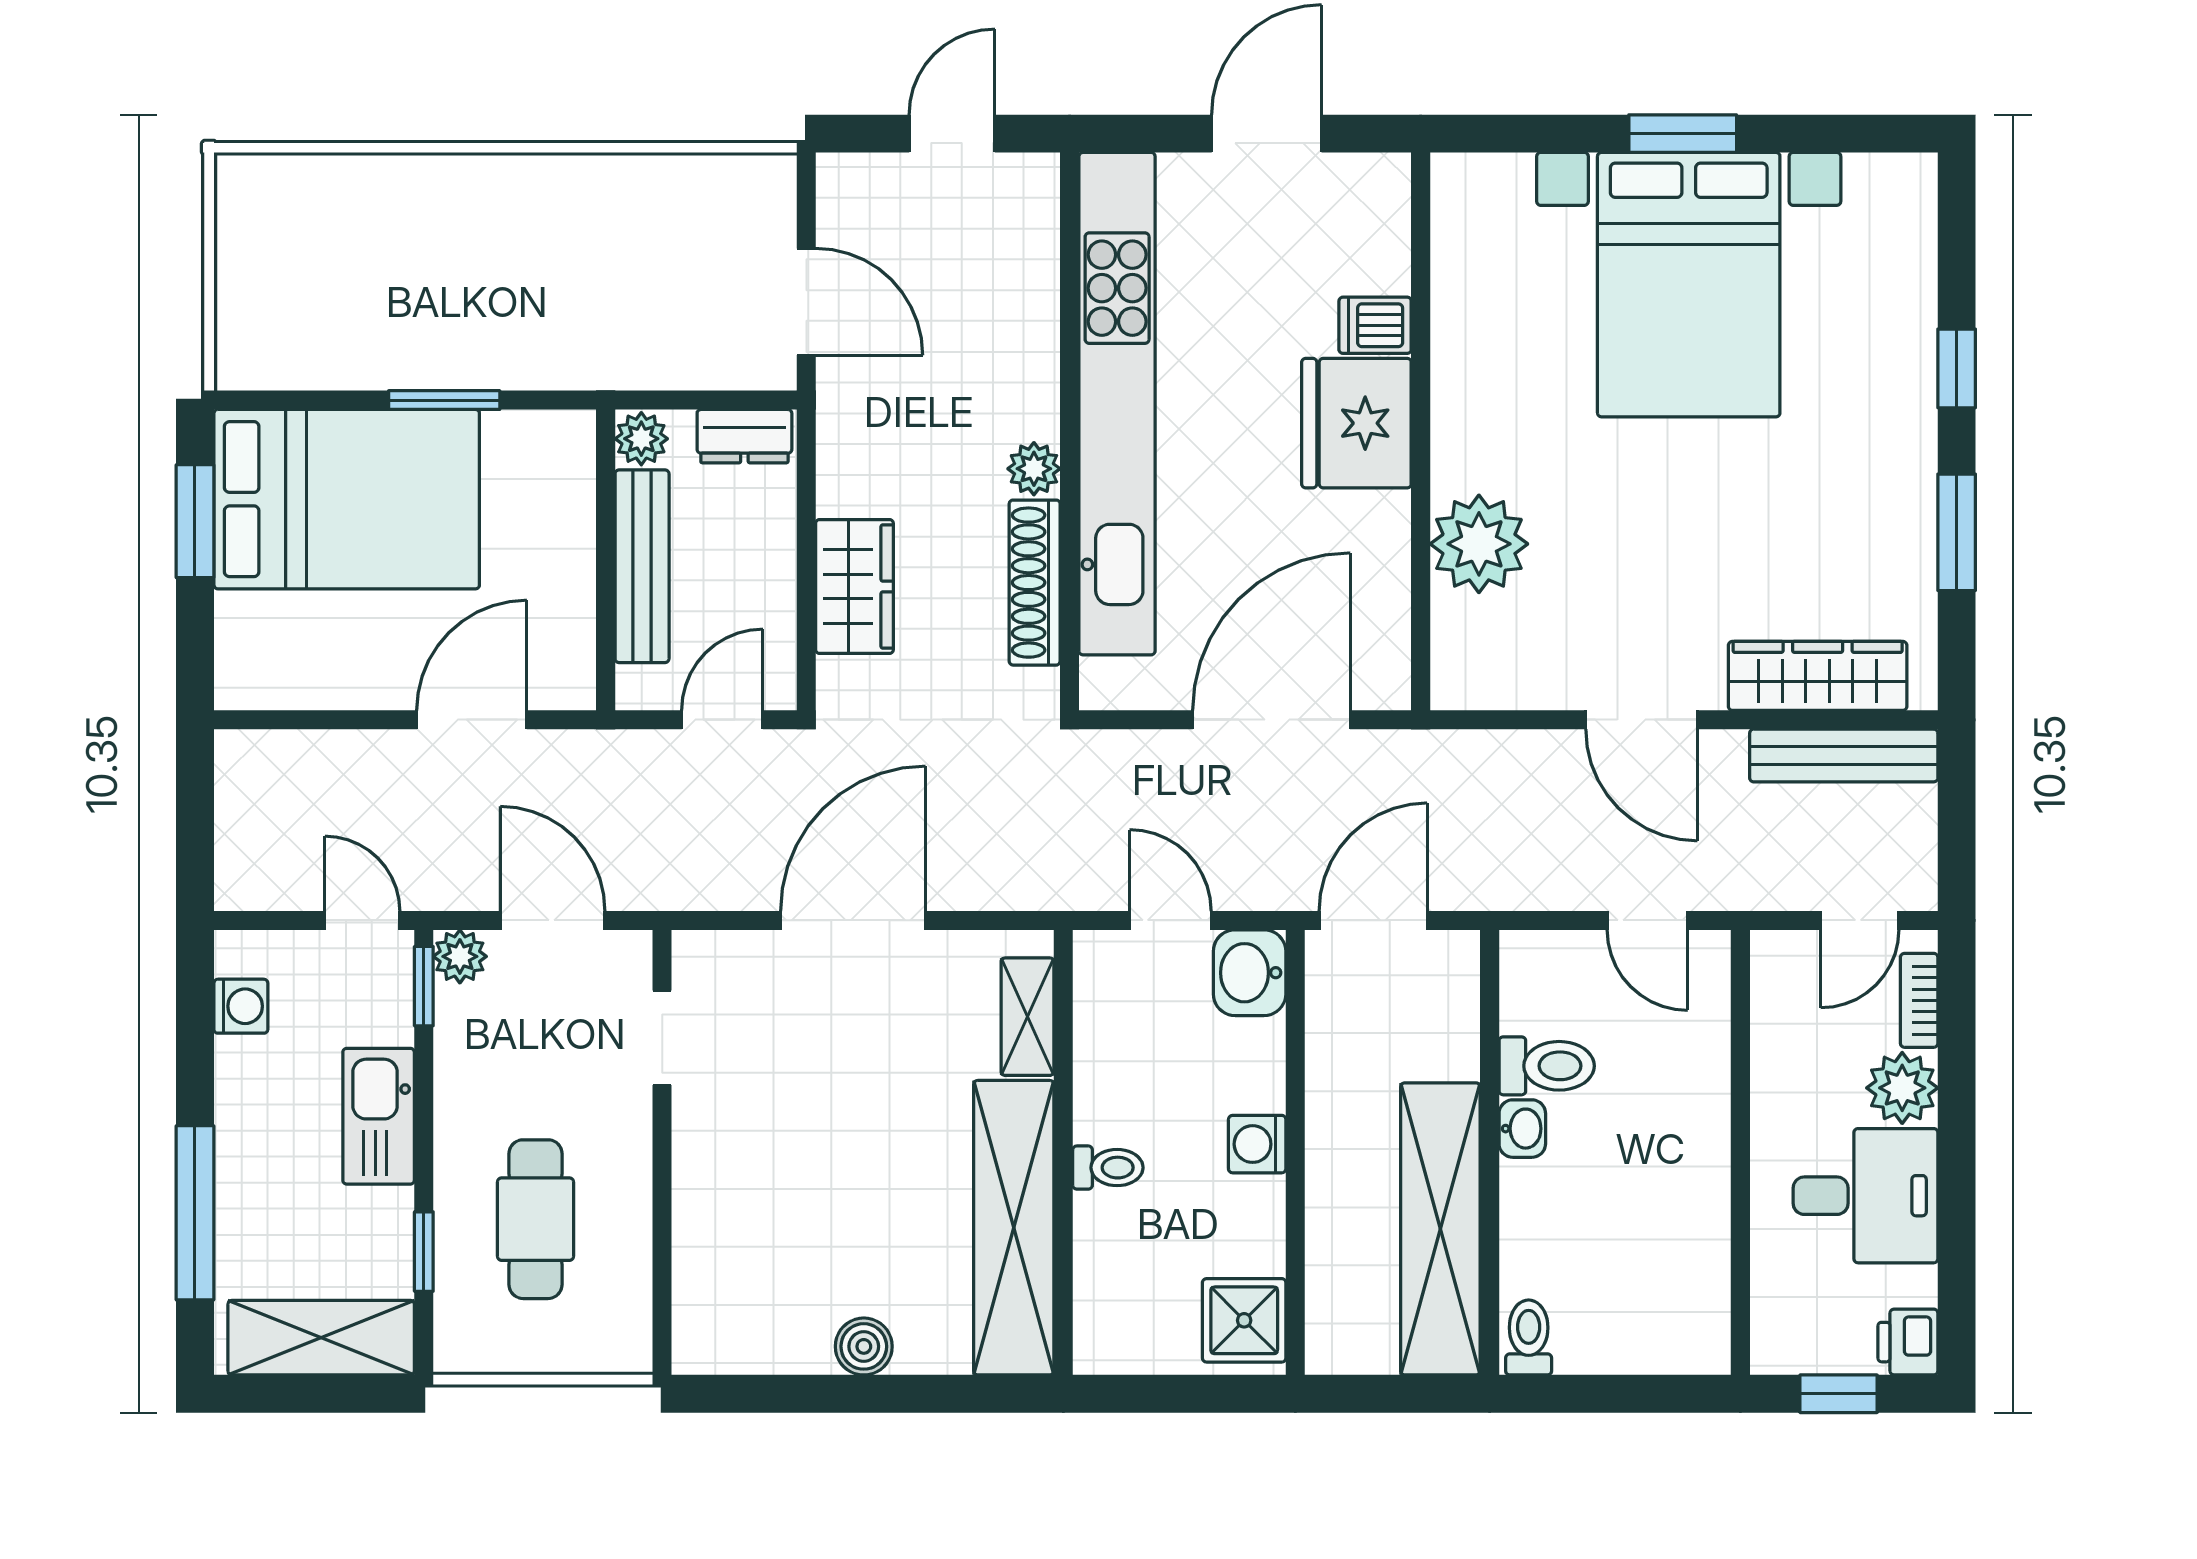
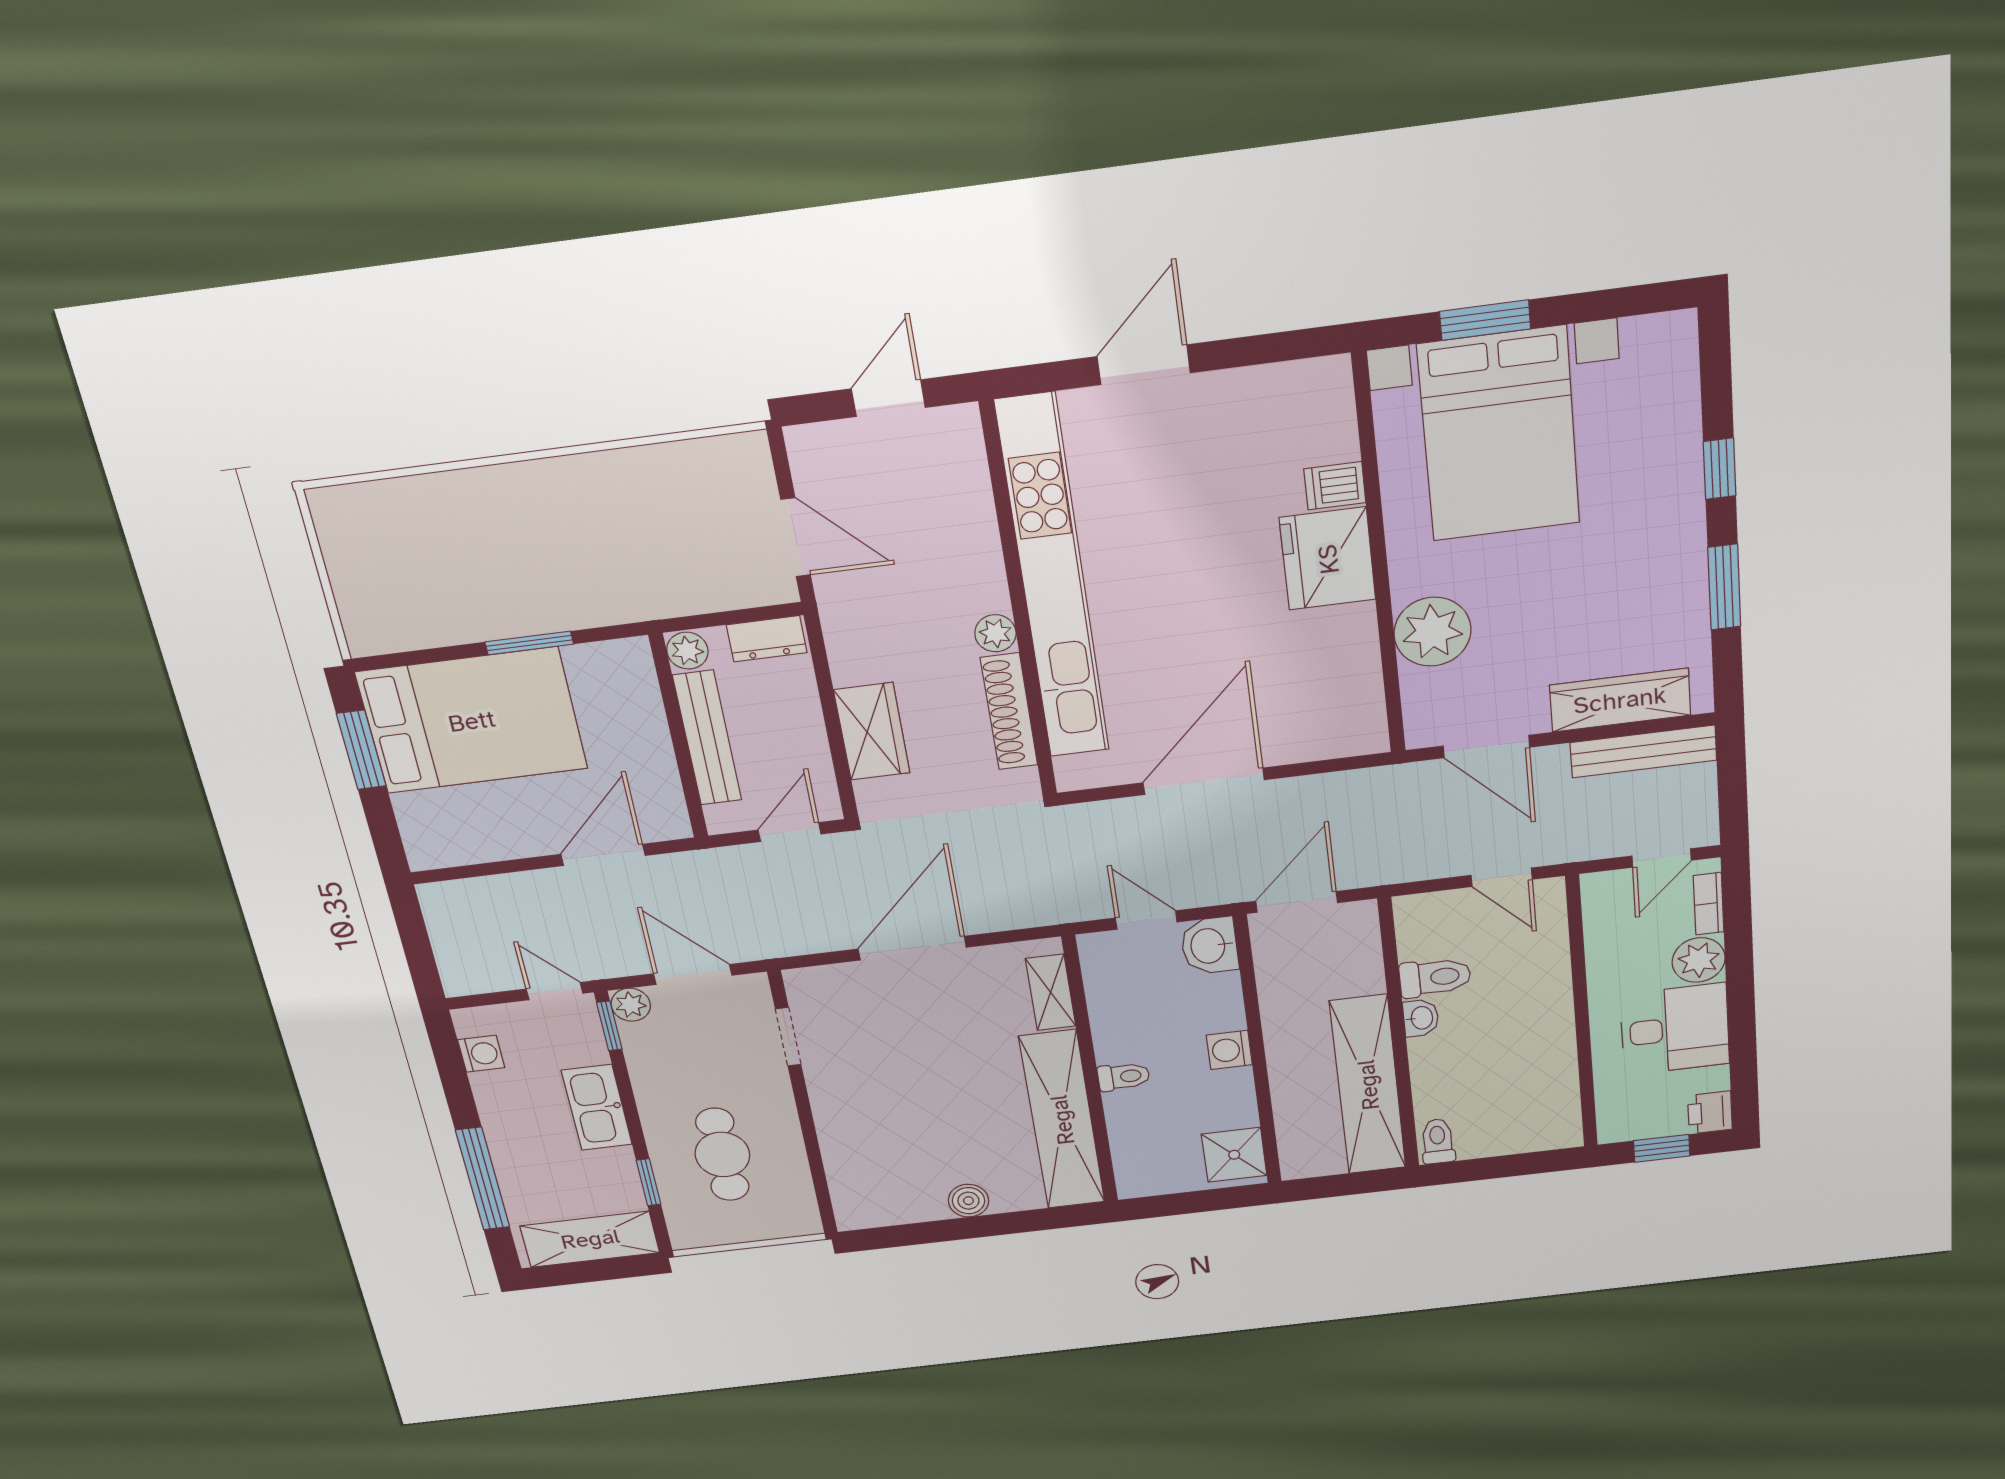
dishwasher: (1375, 325) -> (1335, 486), moved
fridge: (1356, 423) -> (1328, 559), moved
wall: (1421, 431) -> (1379, 558), moved
plant: (1479, 544) -> (1432, 632), moved

